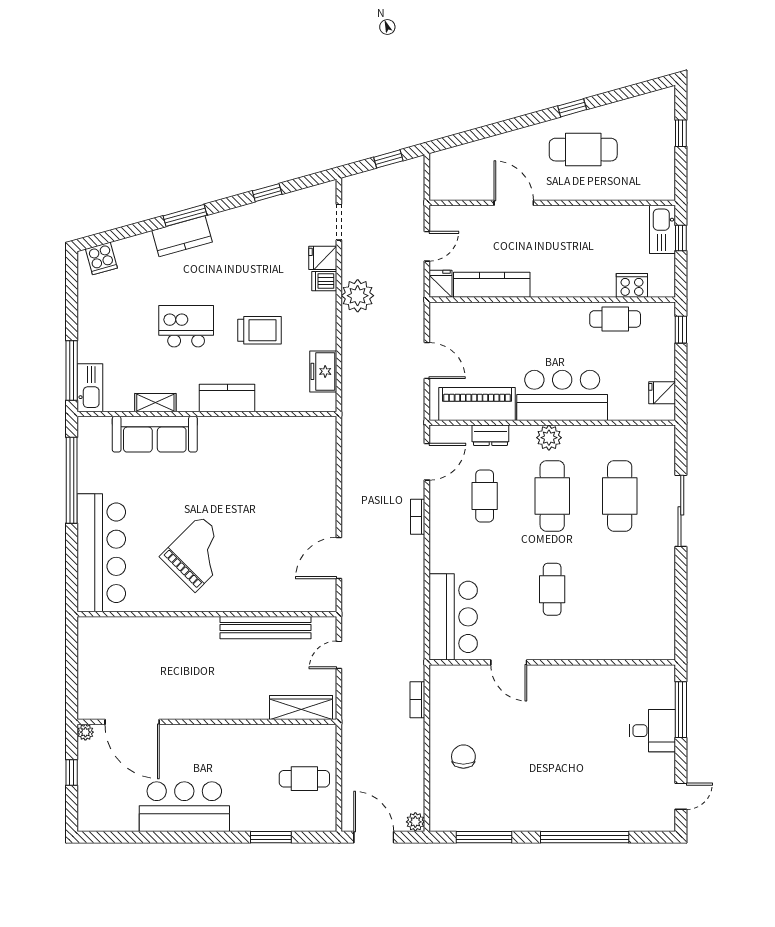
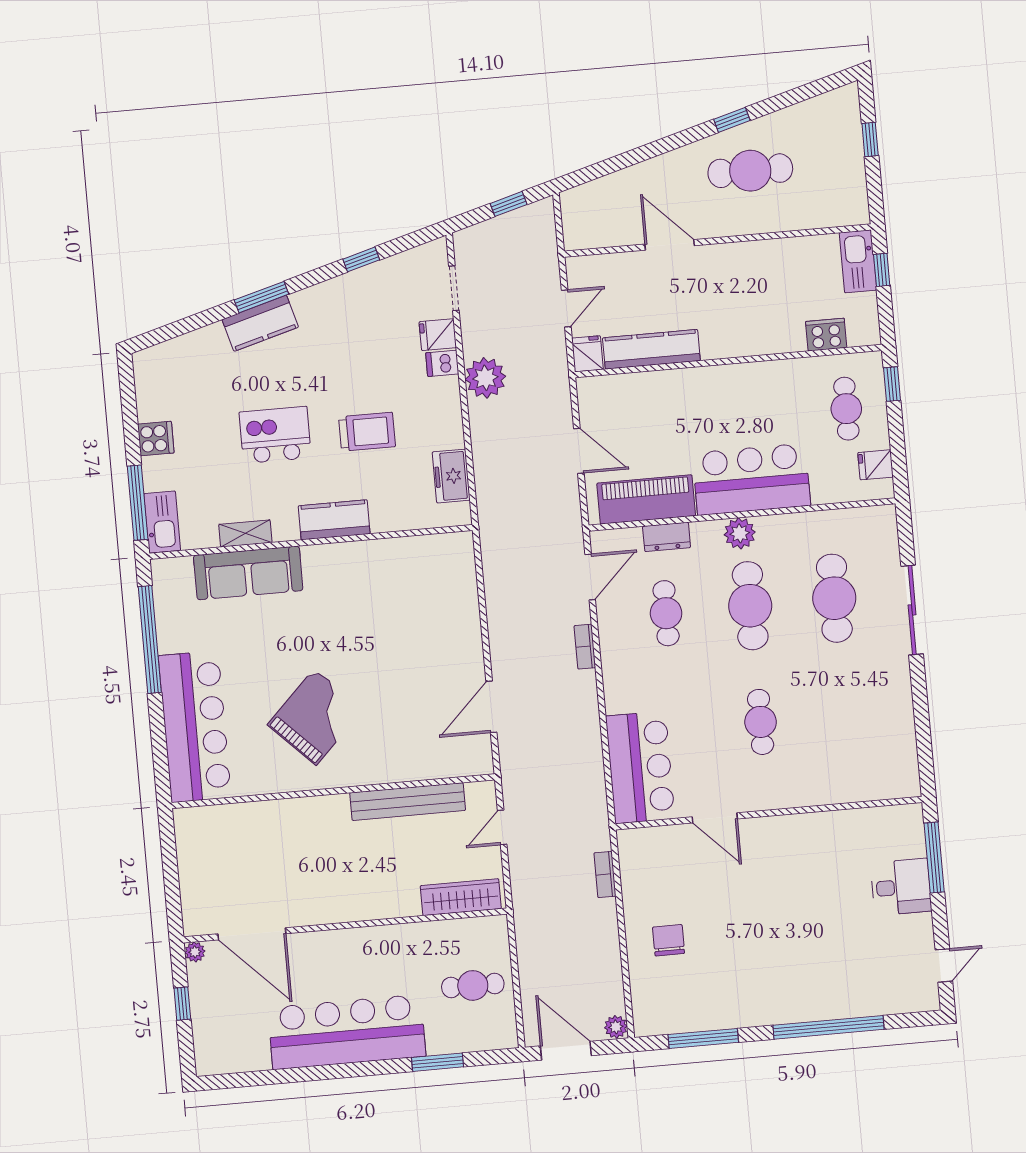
cooker: (101, 258) -> (156, 439), moved, turned -74
cafe table: (615, 319) -> (846, 409), moved, turned 90
bar counter: (184, 807) -> (347, 1032), width x1.36

